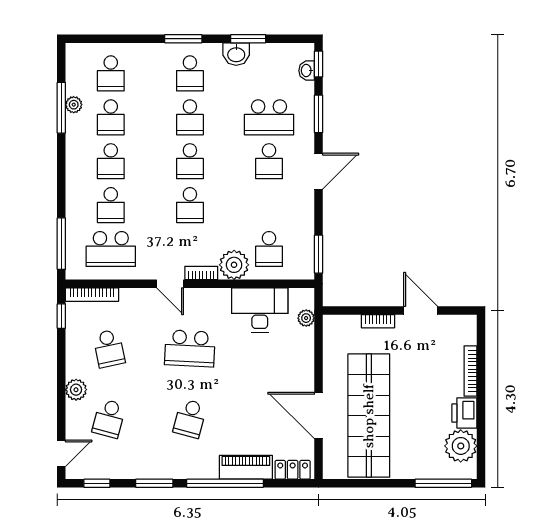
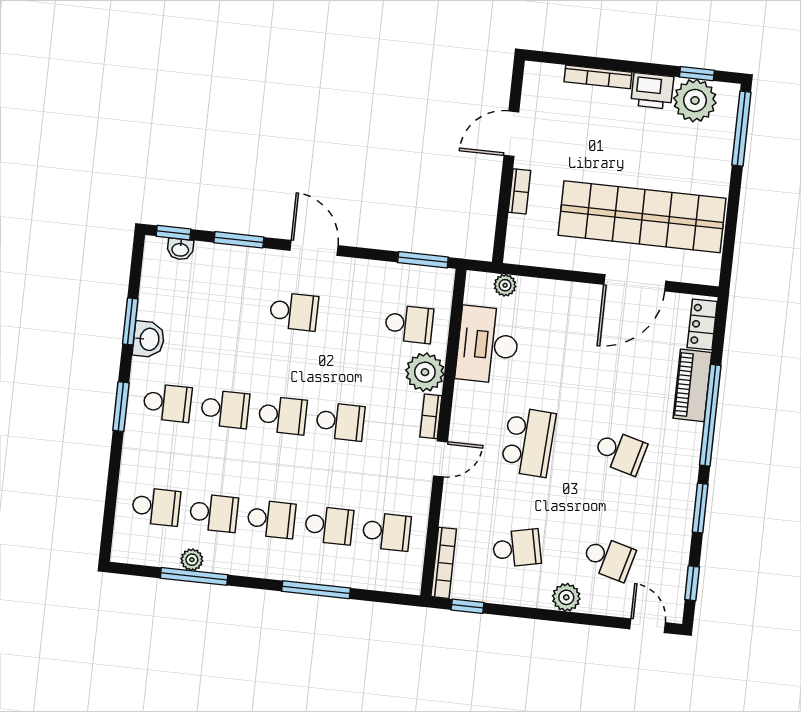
school desk: (269, 117) -> (236, 305), removed
window: (61, 244) -> (316, 590), moved
school desk: (111, 249) -> (387, 532), width x0.54
window: (481, 445) -> (697, 74), added

